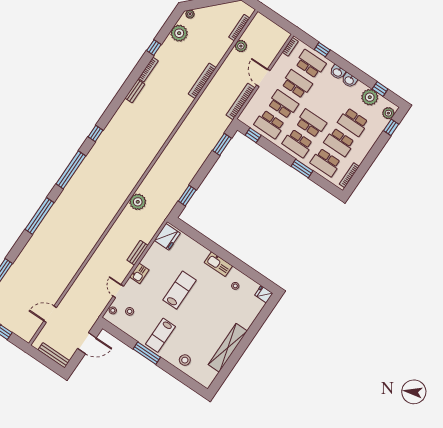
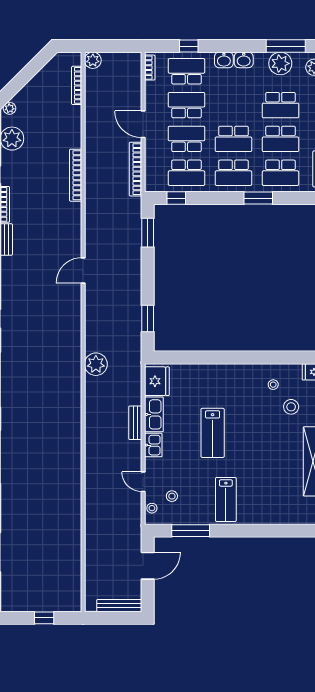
plant: (241, 46) -> (93, 60), moved
window: (380, 89) -> (286, 46), width x2.17
school desk: (311, 123) -> (233, 139), turned 180
kitchen sink: (218, 264) -> (154, 414), moved, turned -90
lab bench: (180, 290) -> (213, 433), turned 180
door: (50, 314) -> (83, 270), moved
window: (147, 353) -> (191, 531), moved
stool: (185, 360) -> (291, 407), moved

